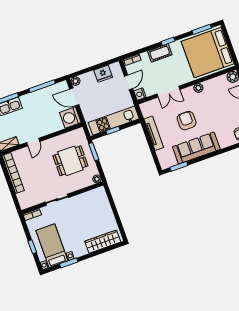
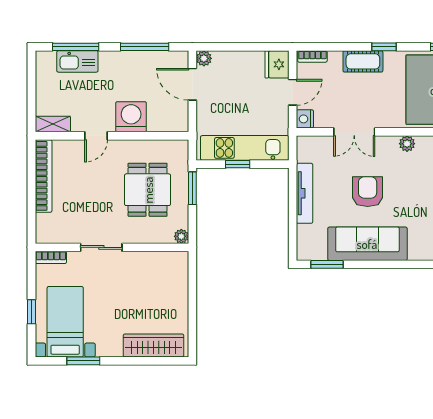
fridge: (103, 74) -> (277, 64), moved, turned 90
washing machine: (70, 118) -> (131, 117), moved, turned 90
dining table: (70, 161) -> (148, 190), turned 90

